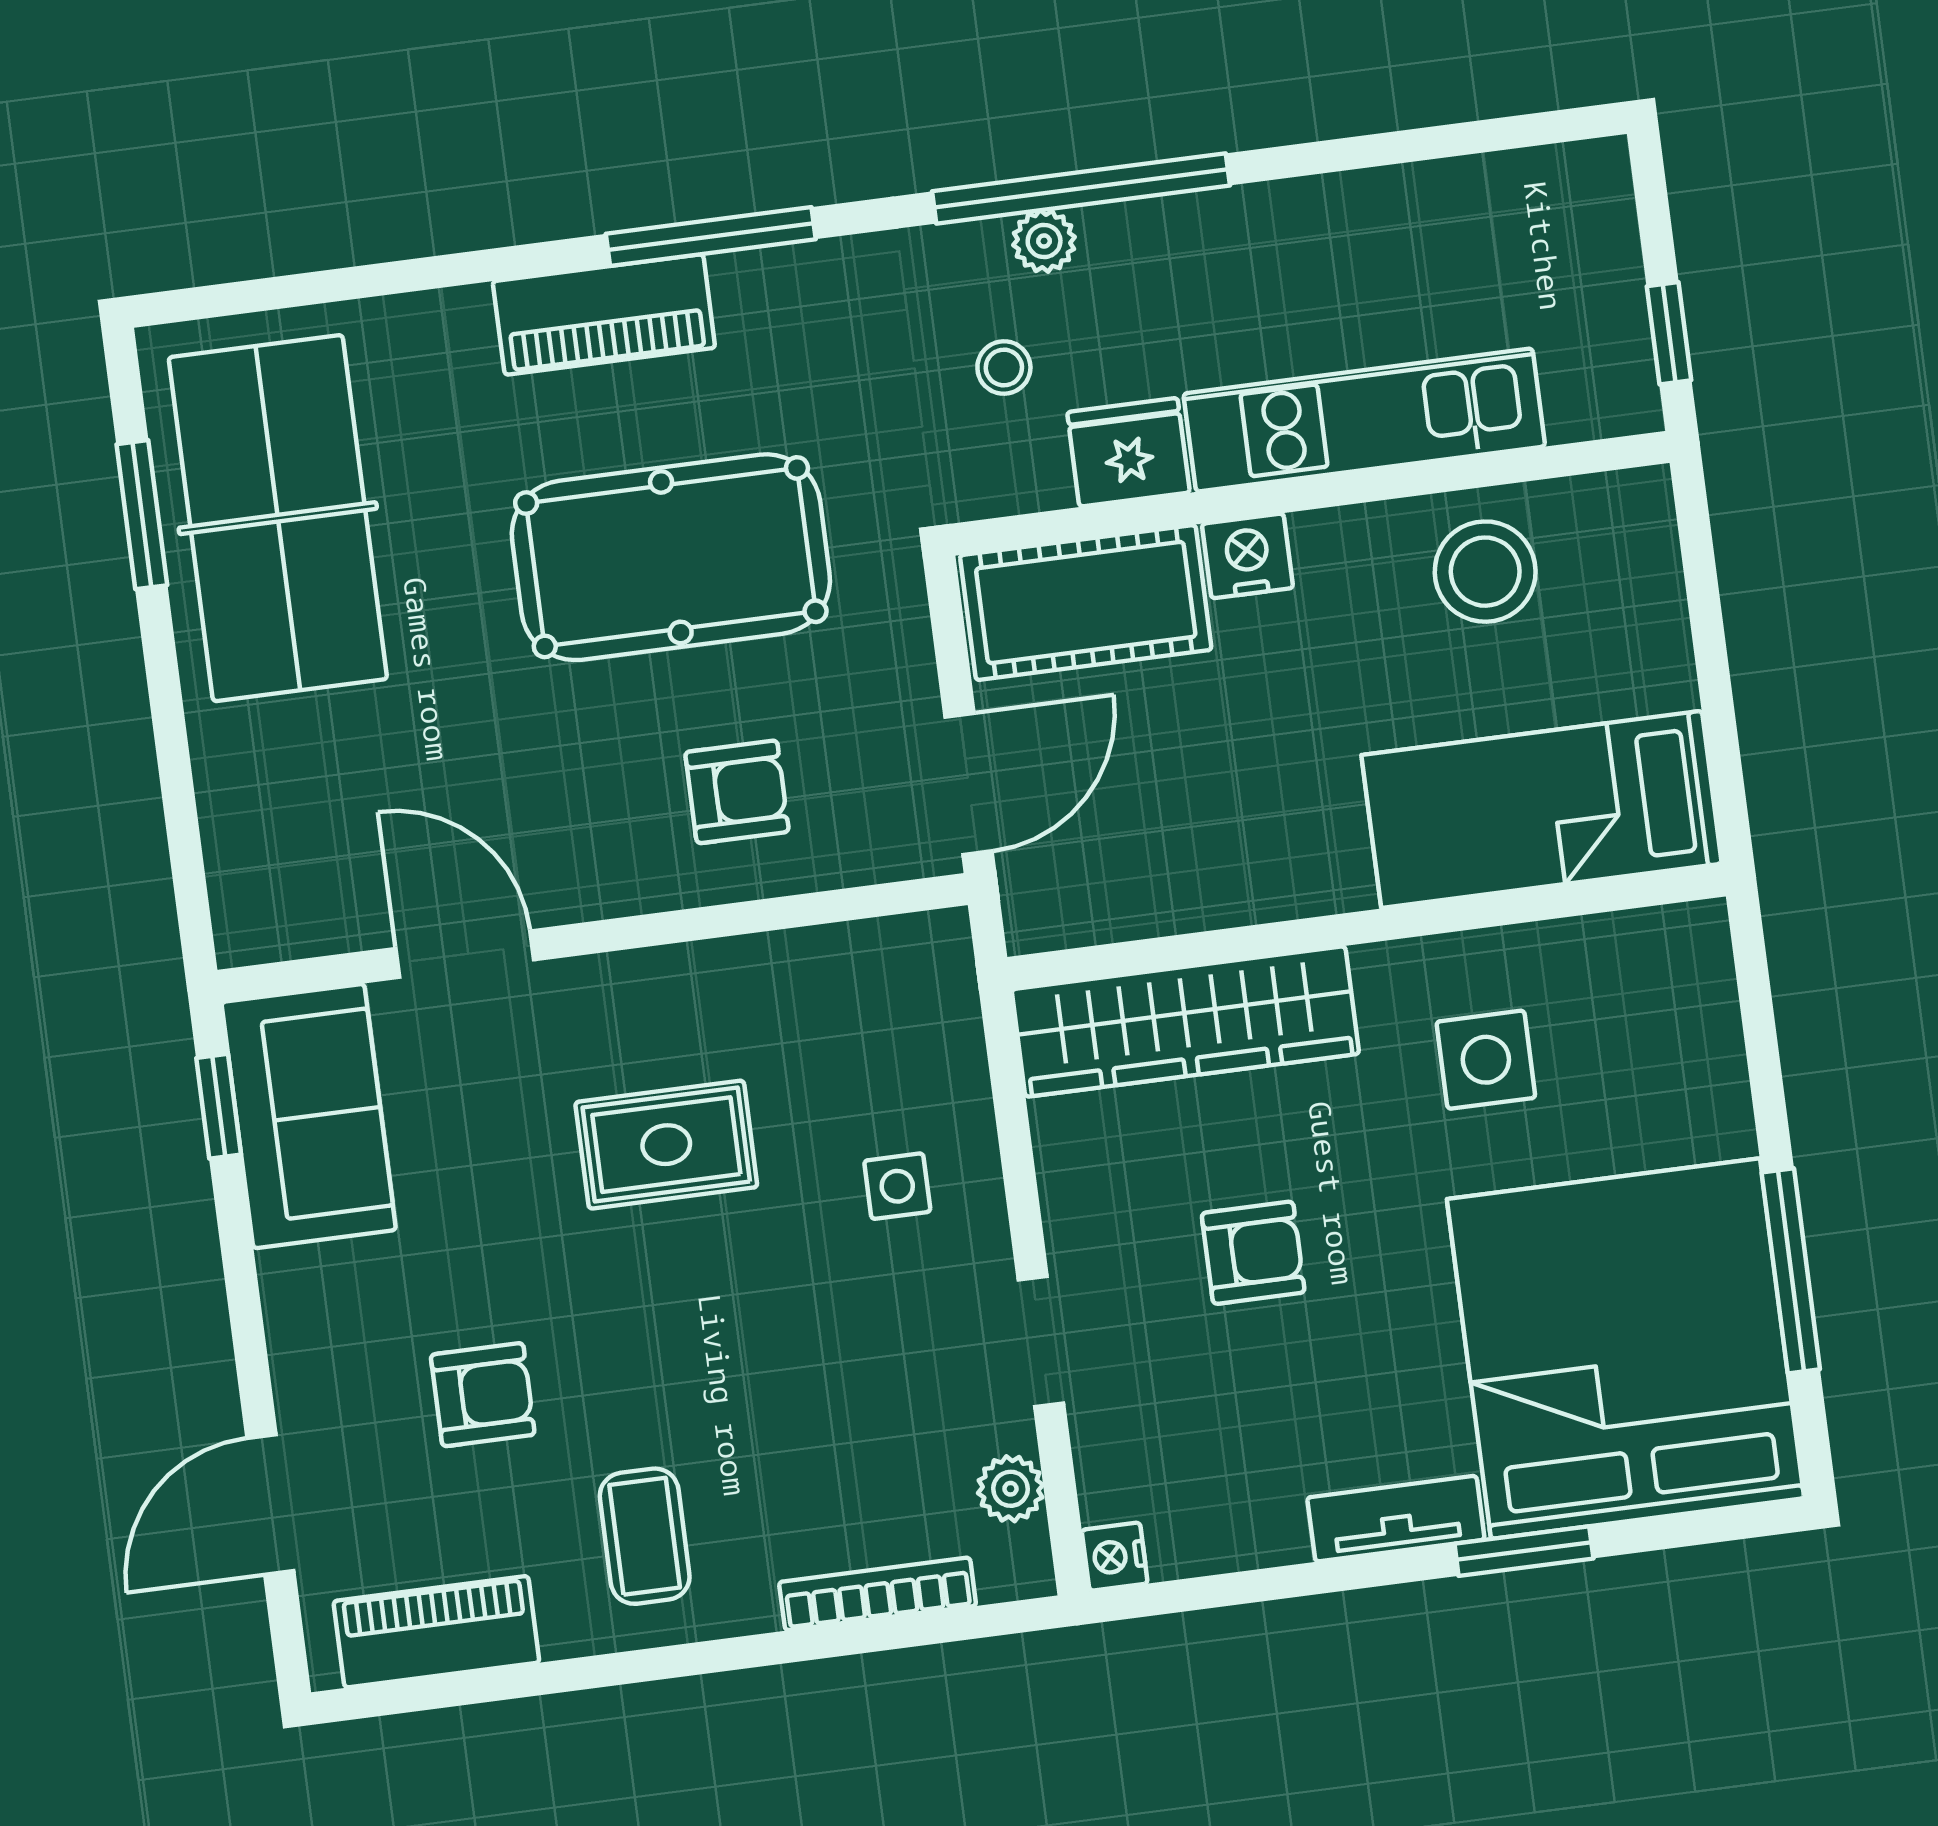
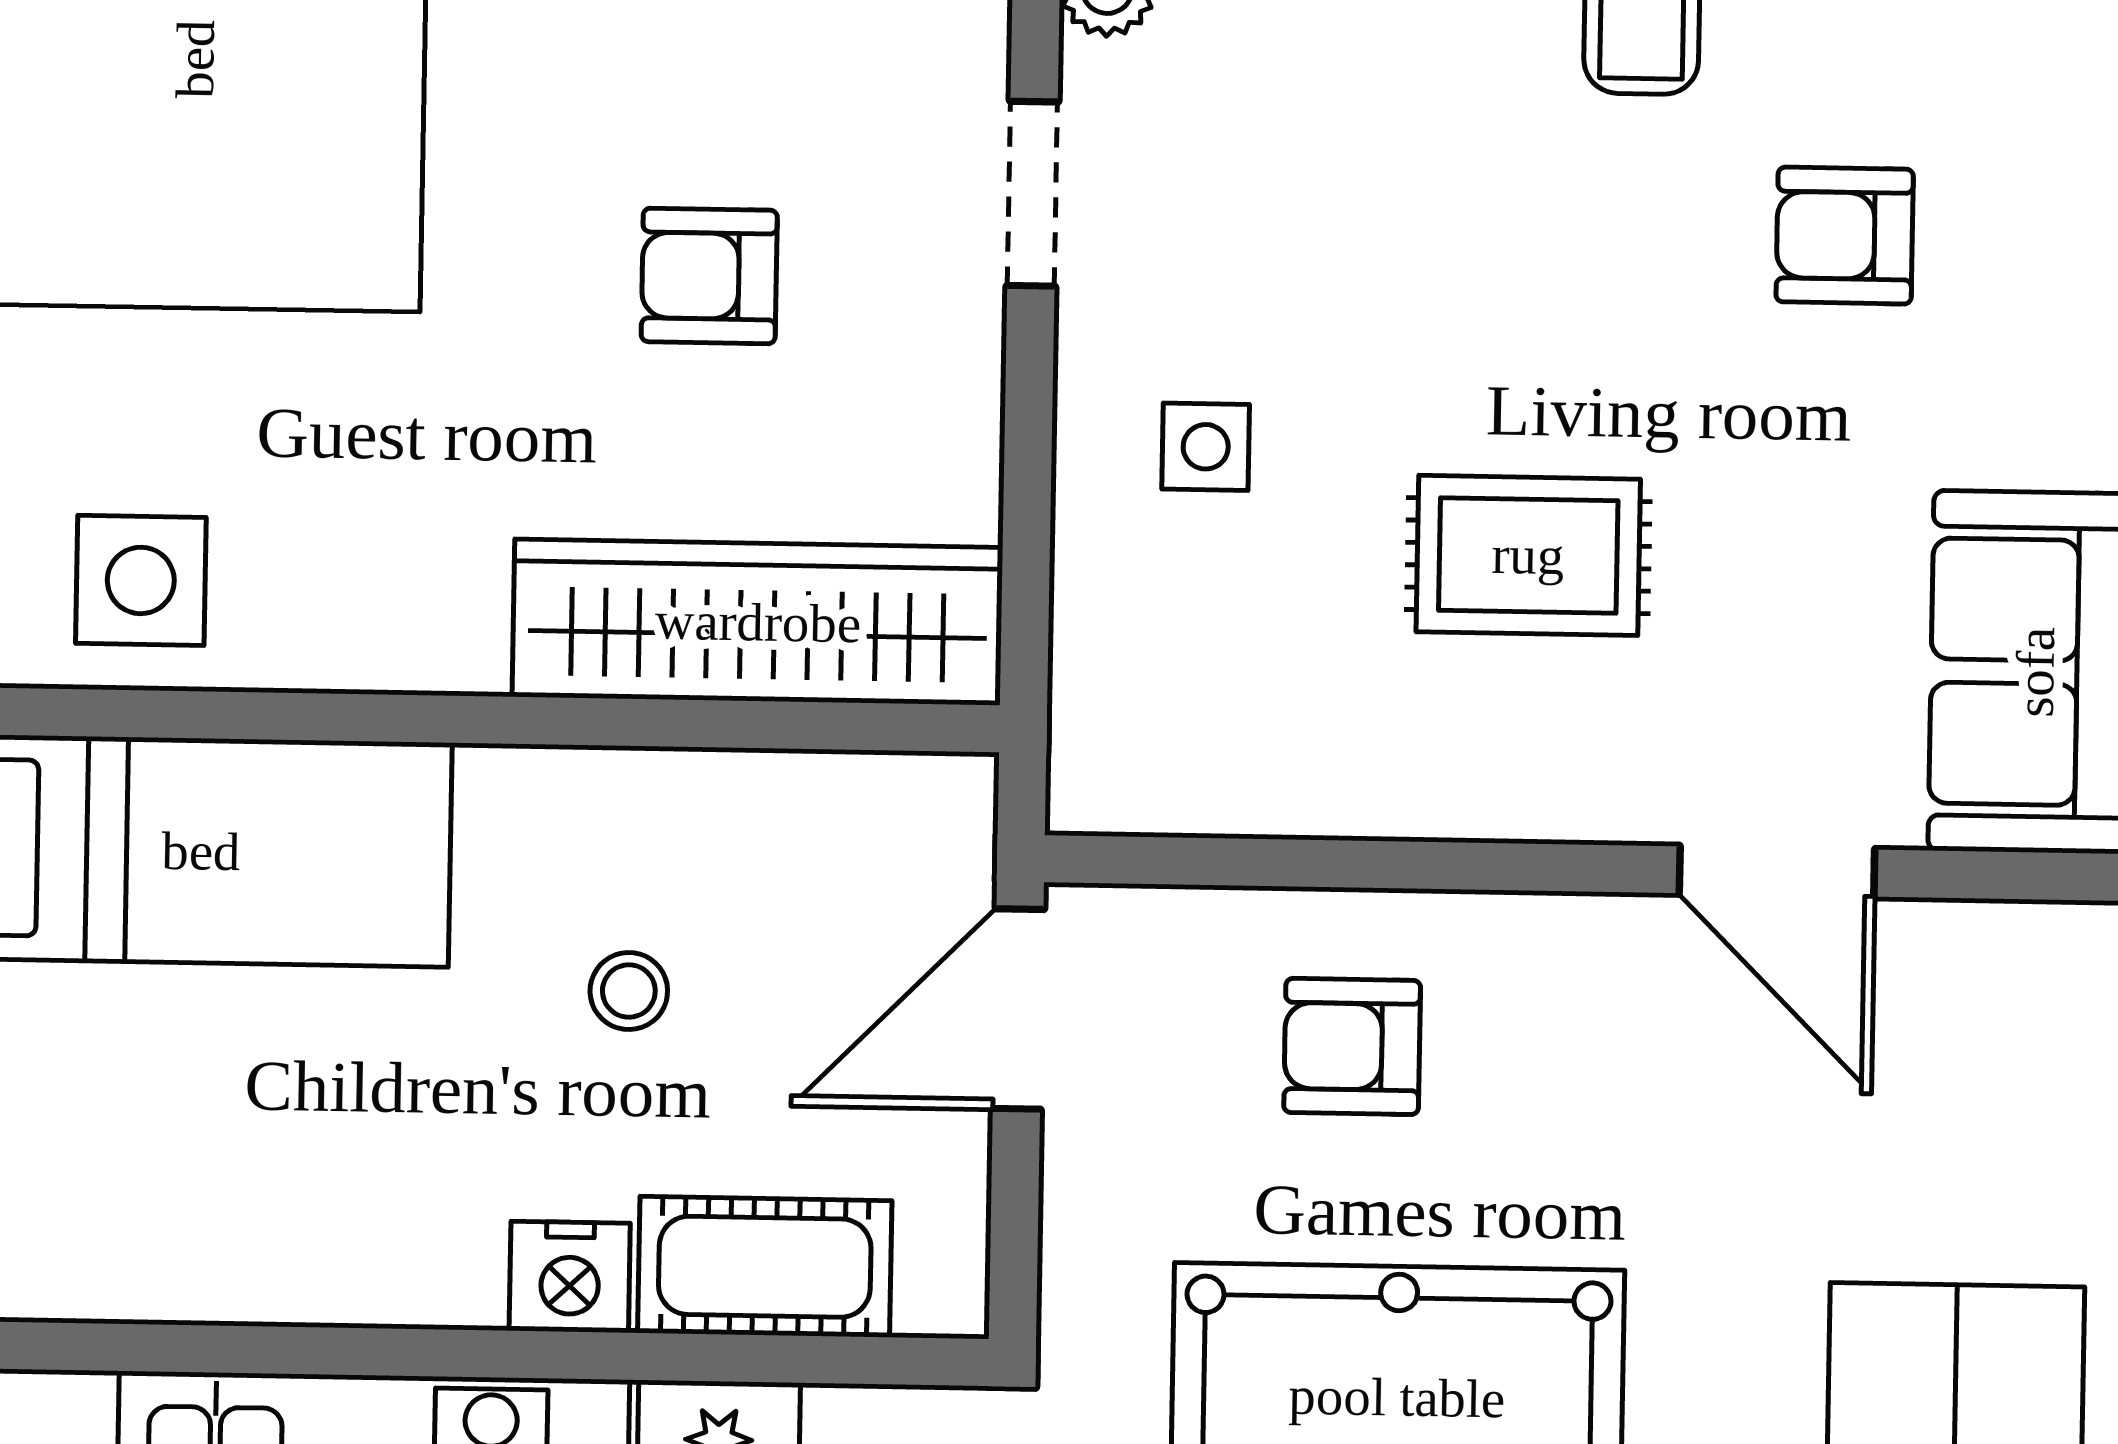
stool: (1485, 572) -> (629, 991), moved, width x0.53, depth x0.53
cot: (1086, 603) -> (765, 1267), width x0.73, depth x0.75
side table: (1486, 1060) -> (141, 580), moved

